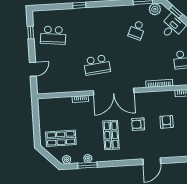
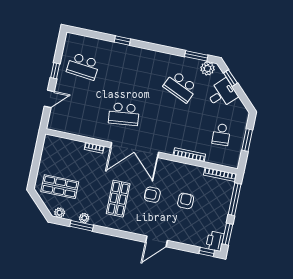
school desk: (137, 30) -> (180, 87), width x1.85
window: (31, 33) -> (55, 71), moved

